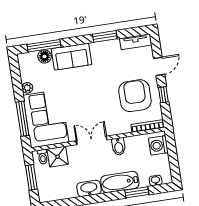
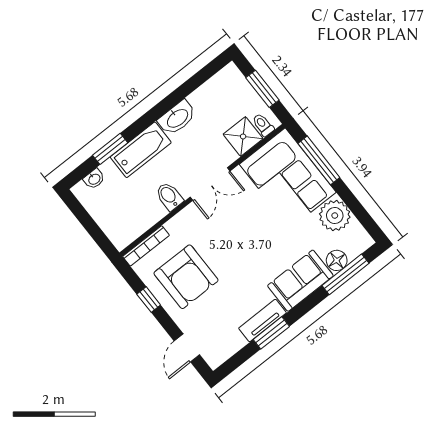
tv unit: (136, 42) -> (262, 321), moved
door: (159, 66) -> (187, 348), moved
plant: (27, 88) -> (335, 216), width x1.88, depth x1.88
washing machine: (158, 145) -> (117, 228), removed

